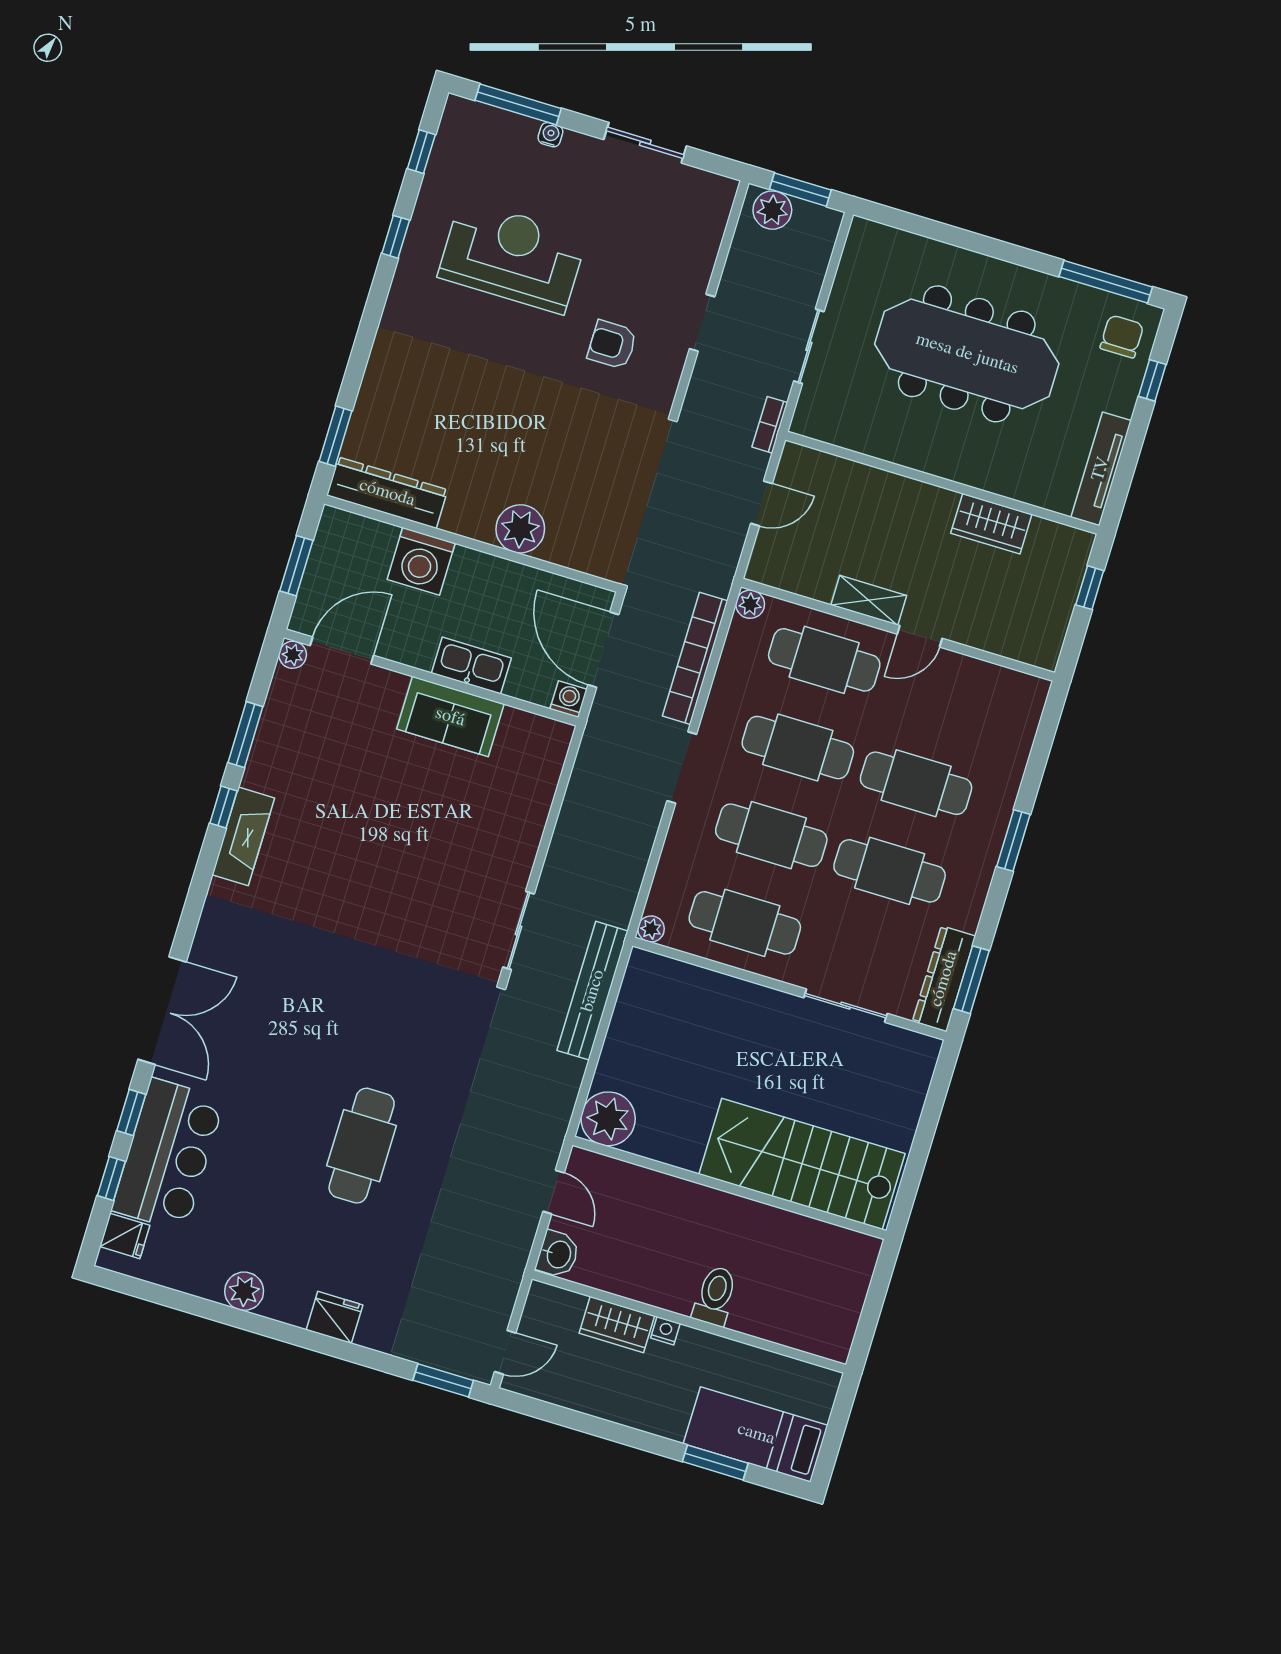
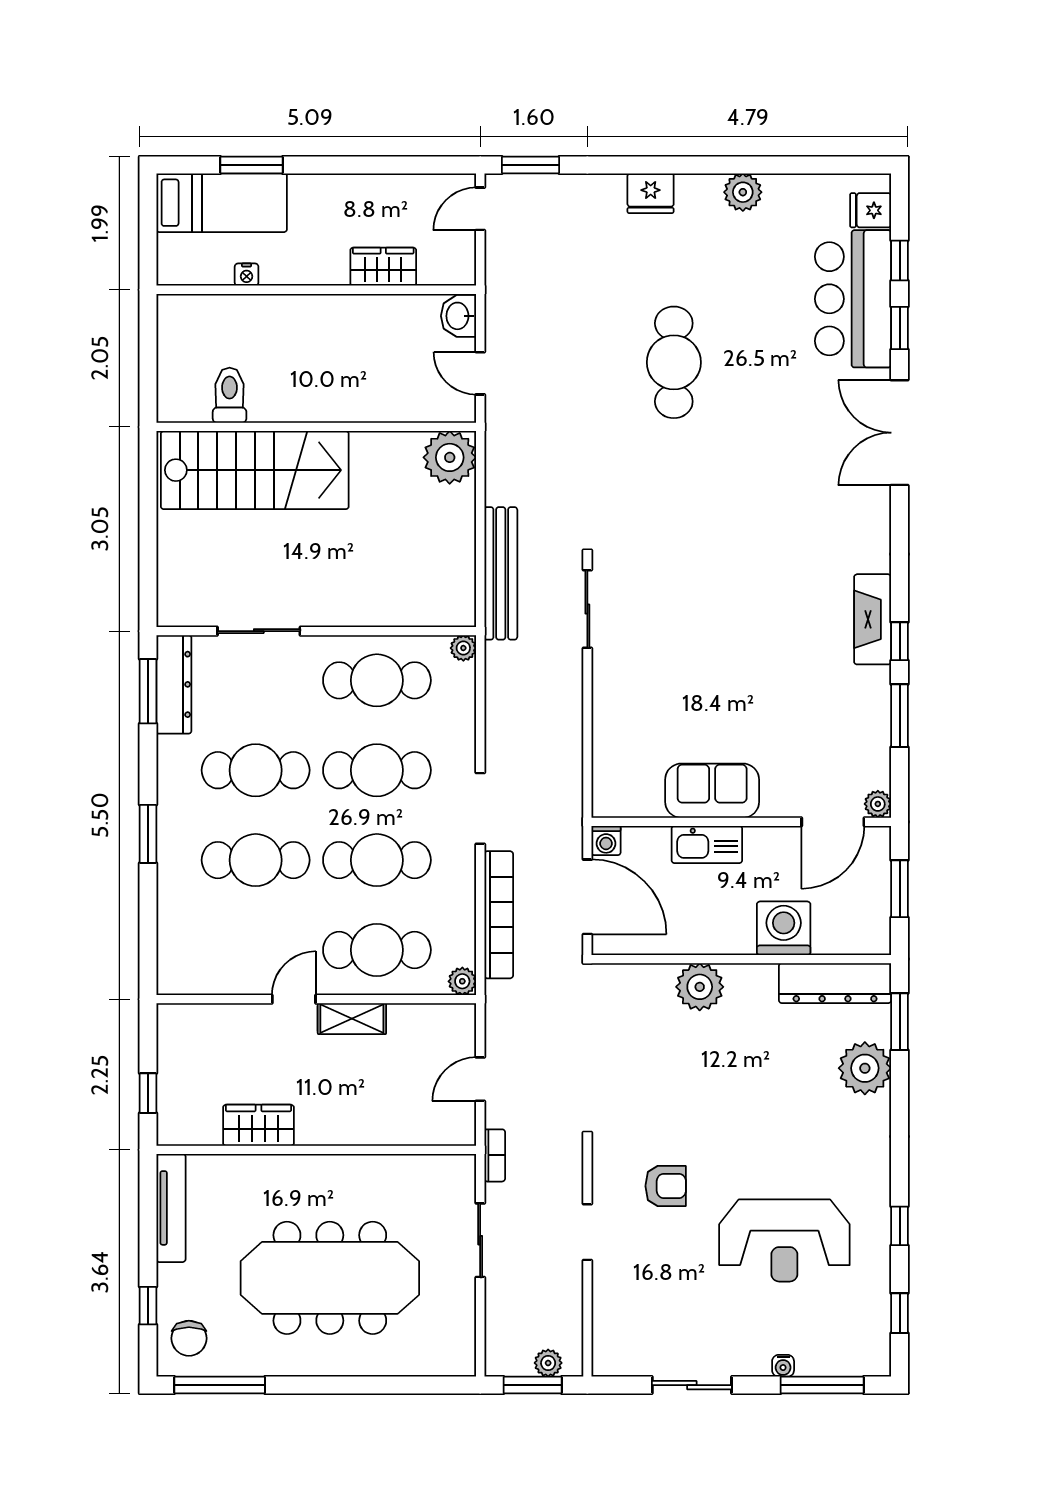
plant: (772, 210) -> (548, 1363), width x0.73, depth x0.73
plant: (383, 401) -> (865, 1068), added
toilet: (715, 1296) -> (230, 395), moved, turned 180
nightstand: (665, 1331) -> (247, 275), moved

